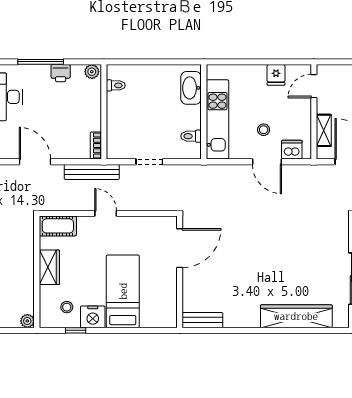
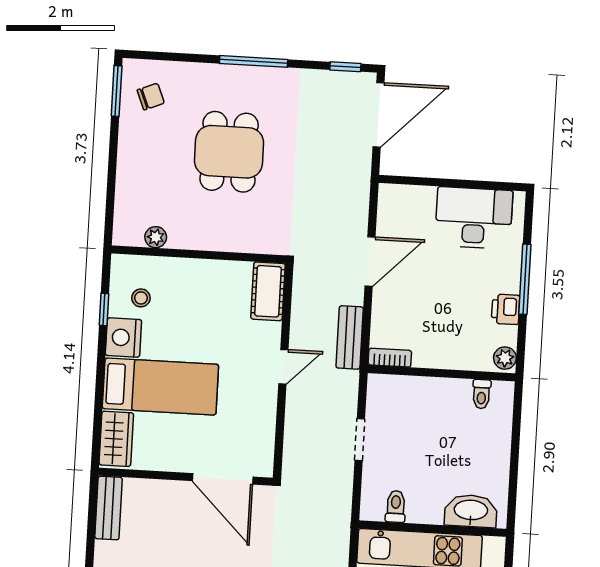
bench: (92, 172) -> (350, 337), width x0.73
wardrobe: (49, 267) -> (116, 439), moved, turned -90
plant: (27, 321) -> (156, 237), moved

